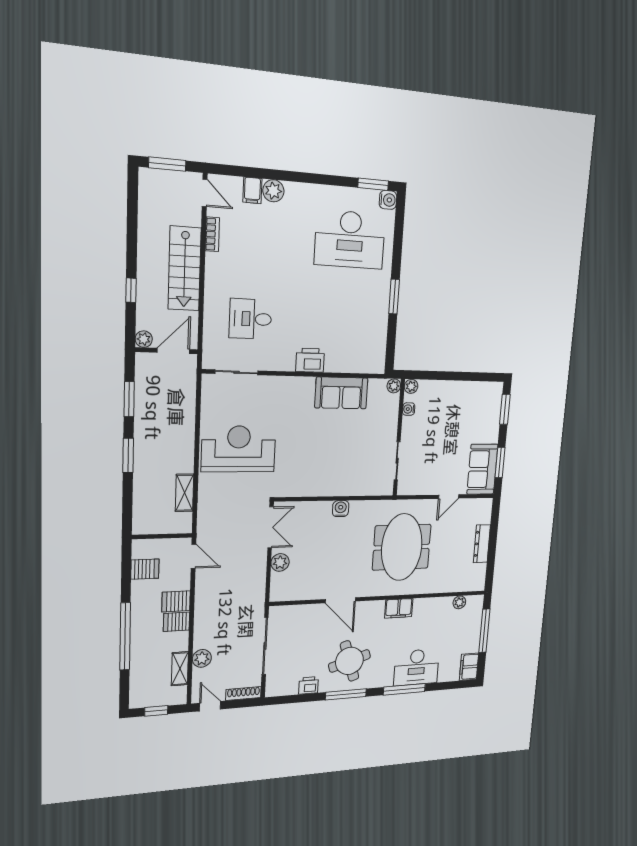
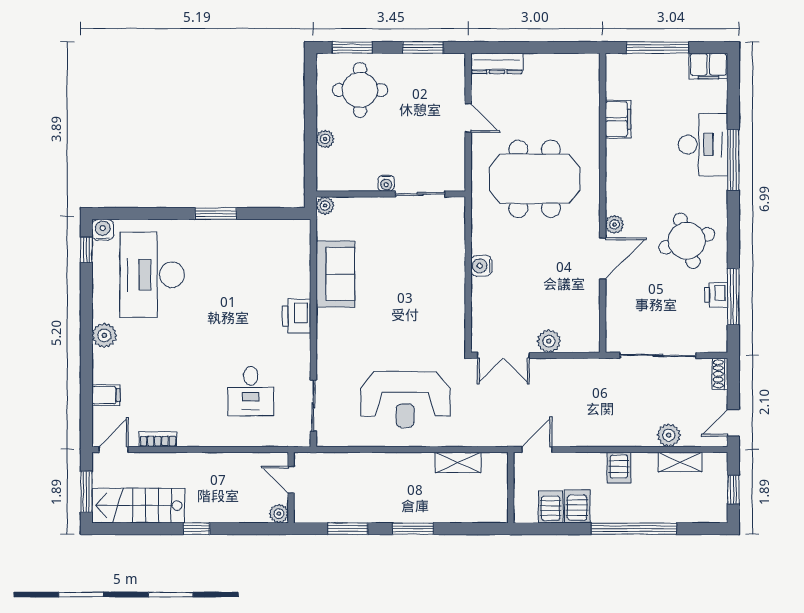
window: (373, 184) -> (86, 250), width x0.67
plant: (273, 191) -> (104, 335), moved
desk: (350, 240) -> (152, 275), turned 180
stairs: (185, 269) -> (138, 506), moved, turned 180
window: (131, 290) -> (197, 529), moved
door: (173, 351) -> (291, 480), width x0.73
plant: (411, 386) -> (325, 139), moved
water cooler: (409, 409) -> (386, 183), moved
round table: (475, 415) -> (360, 90), added
reception desk: (239, 449) -> (405, 399), turned -90
sofa: (482, 469) -> (432, 73), removed
double door: (271, 527) -> (503, 355), swing flipped
dresser: (482, 544) -> (497, 63), moved
server rack: (176, 601) -> (577, 506), moved, turned 180
plant: (459, 602) -> (614, 224), moved
filing cabinet: (399, 608) -> (618, 119), moved
shoe rack: (243, 694) -> (720, 374), width x0.70
window: (346, 694) -> (733, 297), moved

